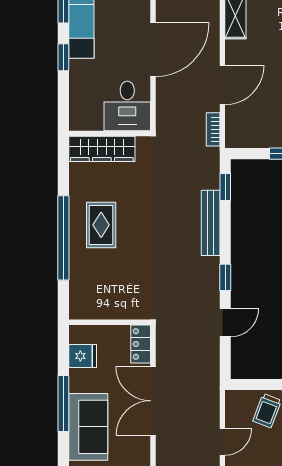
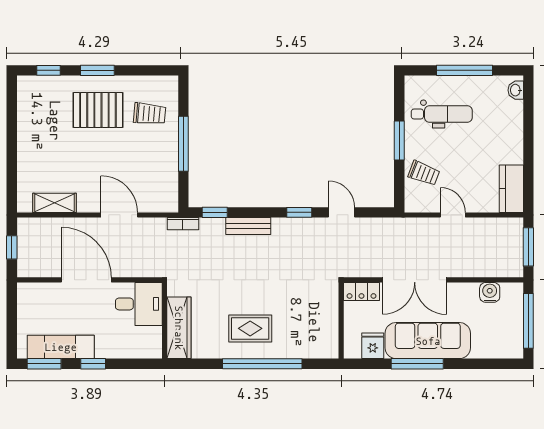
bookcase: (213, 129) -> (183, 224), moved
bench: (211, 223) -> (248, 226), width x0.73
sofa: (88, 427) -> (428, 341), width x1.36

